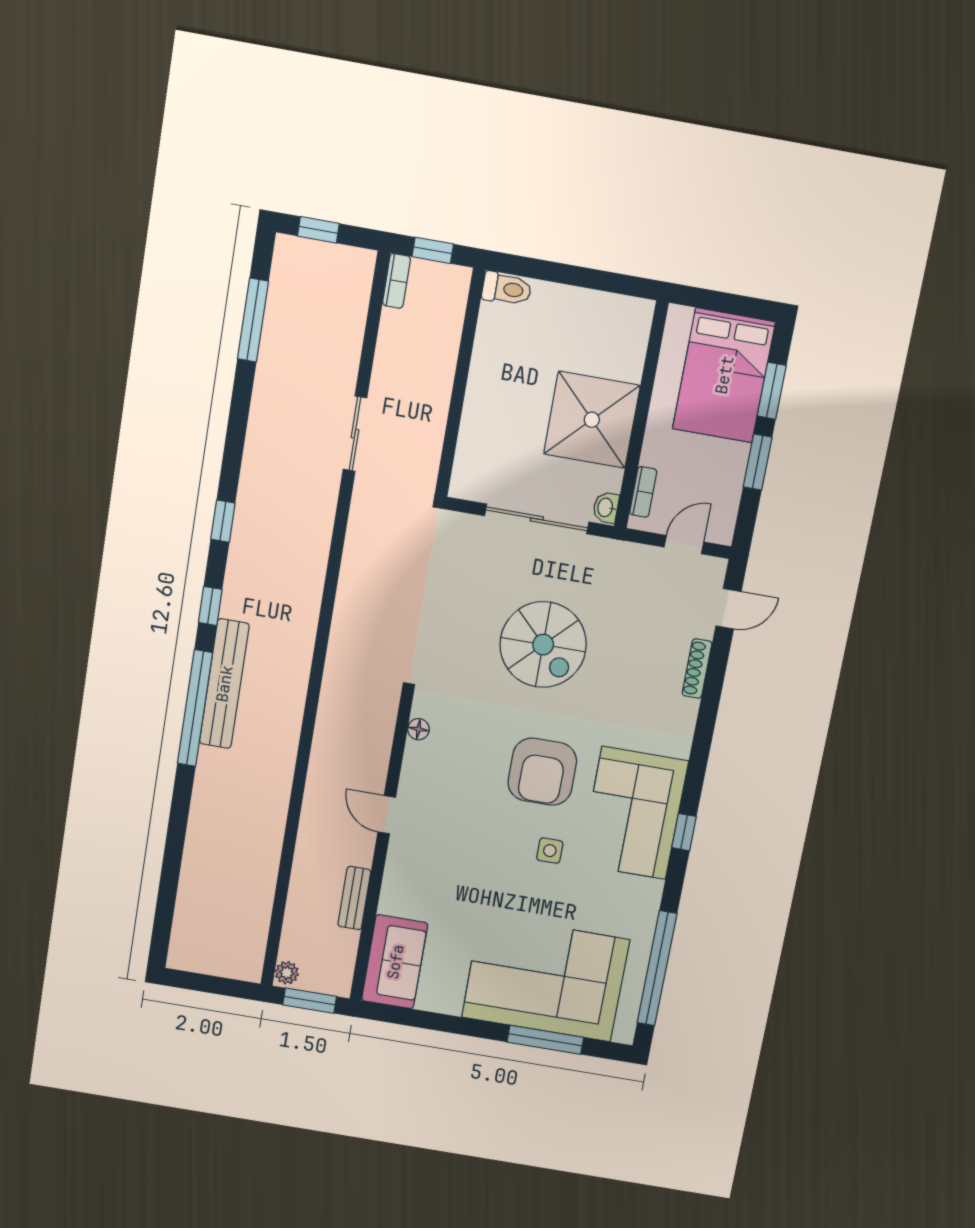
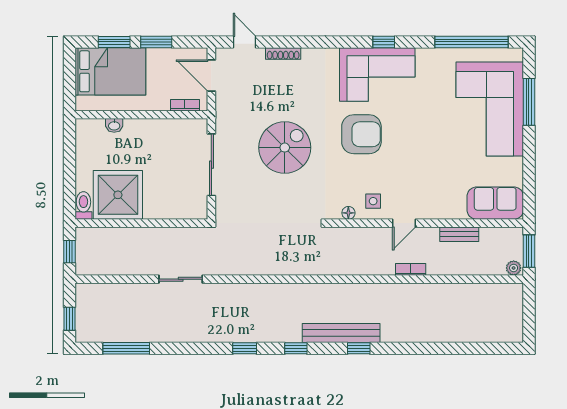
bookcase: (396, 281) -> (411, 269), moved
shower: (592, 420) -> (118, 195), moved
washbasin: (606, 508) -> (114, 125), moved
door: (684, 545) -> (211, 76), width x1.38
window: (195, 708) -> (359, 348), width x0.32
side table: (550, 851) -> (373, 201), moved

